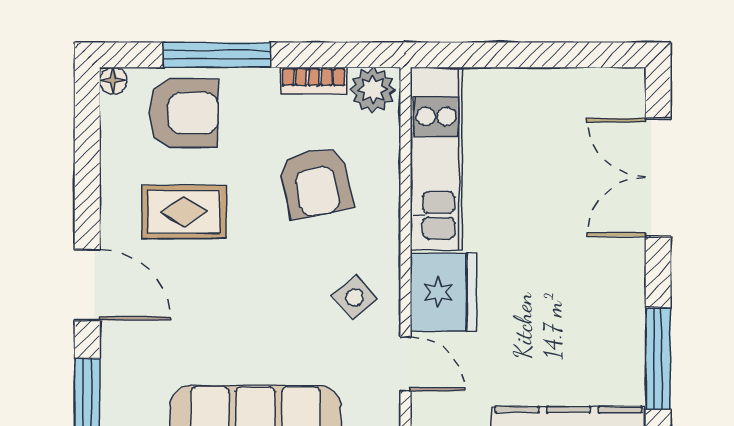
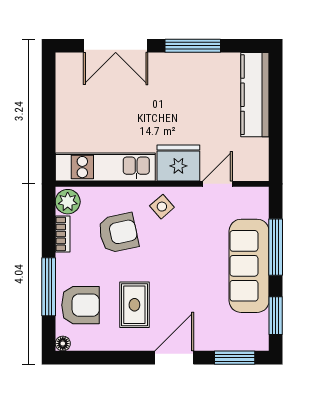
armchair: (183, 113) -> (80, 305), turned 90
side table: (354, 297) -> (162, 207), moved
window: (658, 358) -> (193, 46), moved

